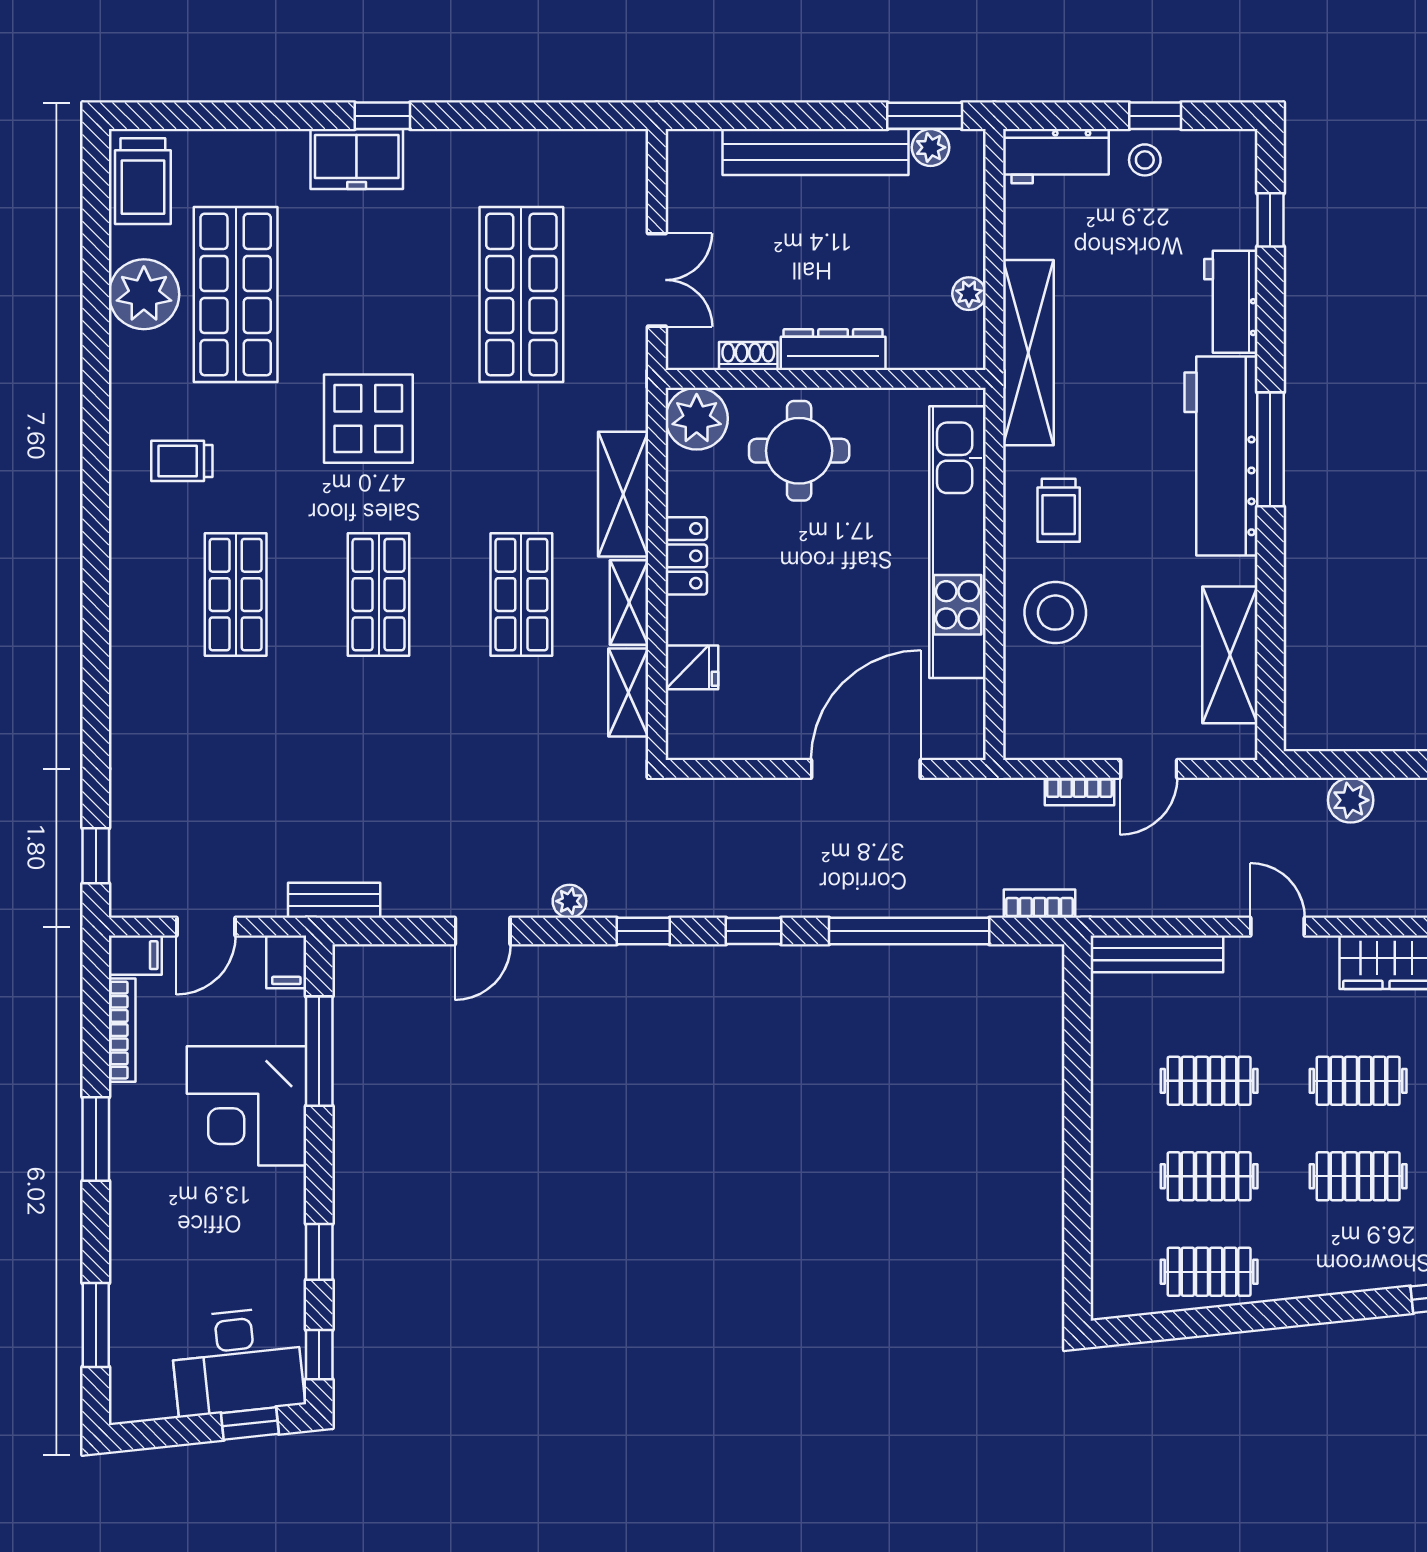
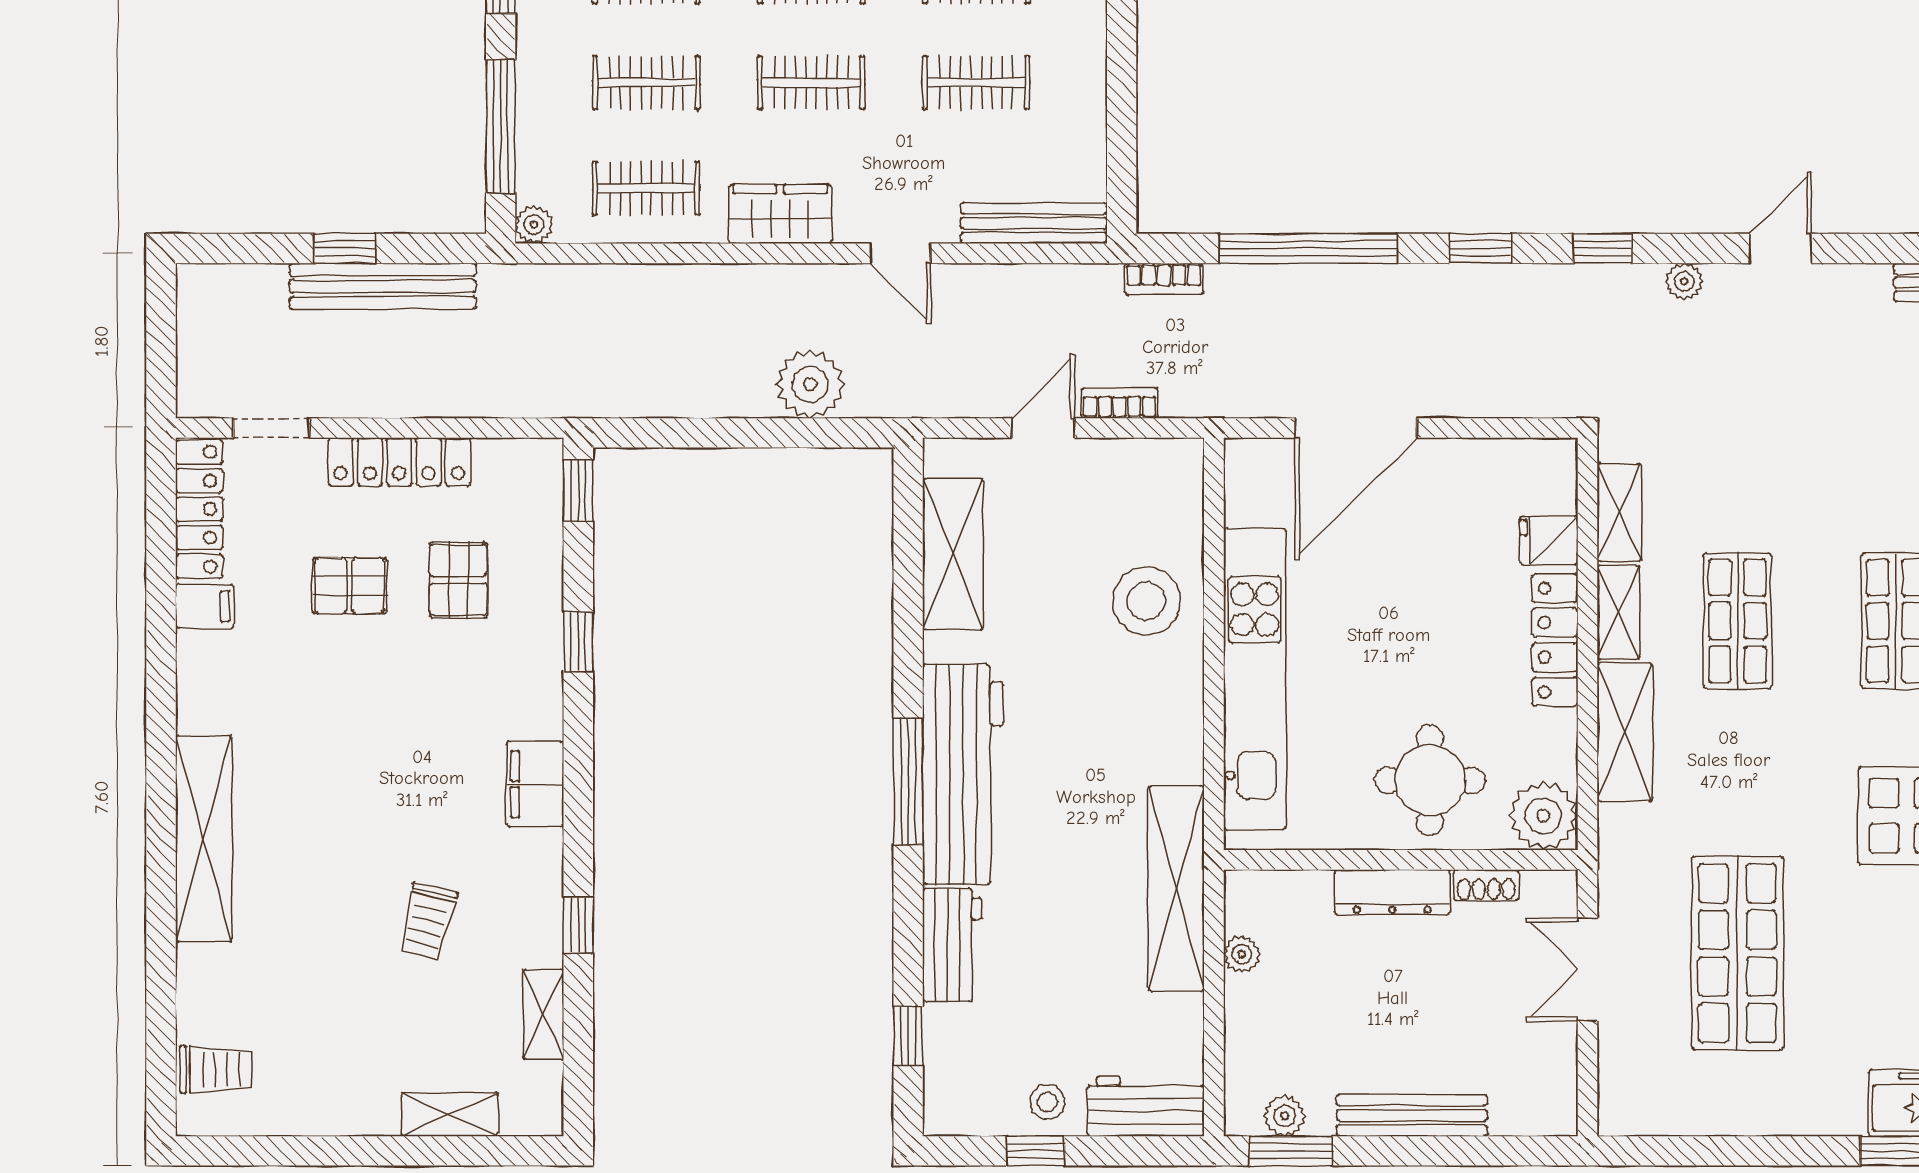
bench: (816, 152) -> (1412, 1115), width x0.73, depth x0.82
trolley: (1059, 510) -> (1143, 714), removed
locker: (686, 556) -> (1555, 640), width x1.53
plant: (1351, 800) -> (810, 384), width x1.36, depth x1.36

